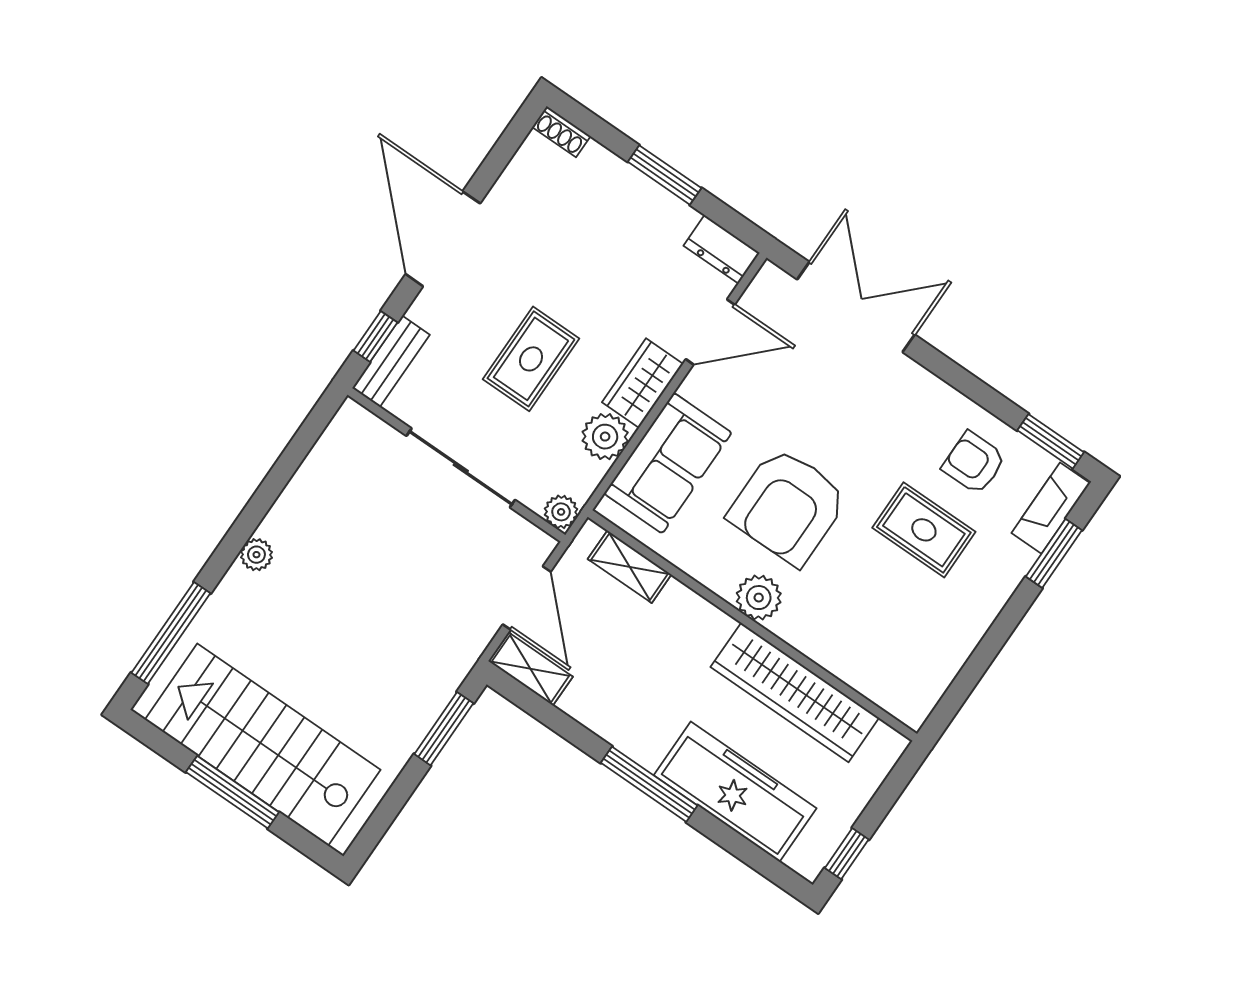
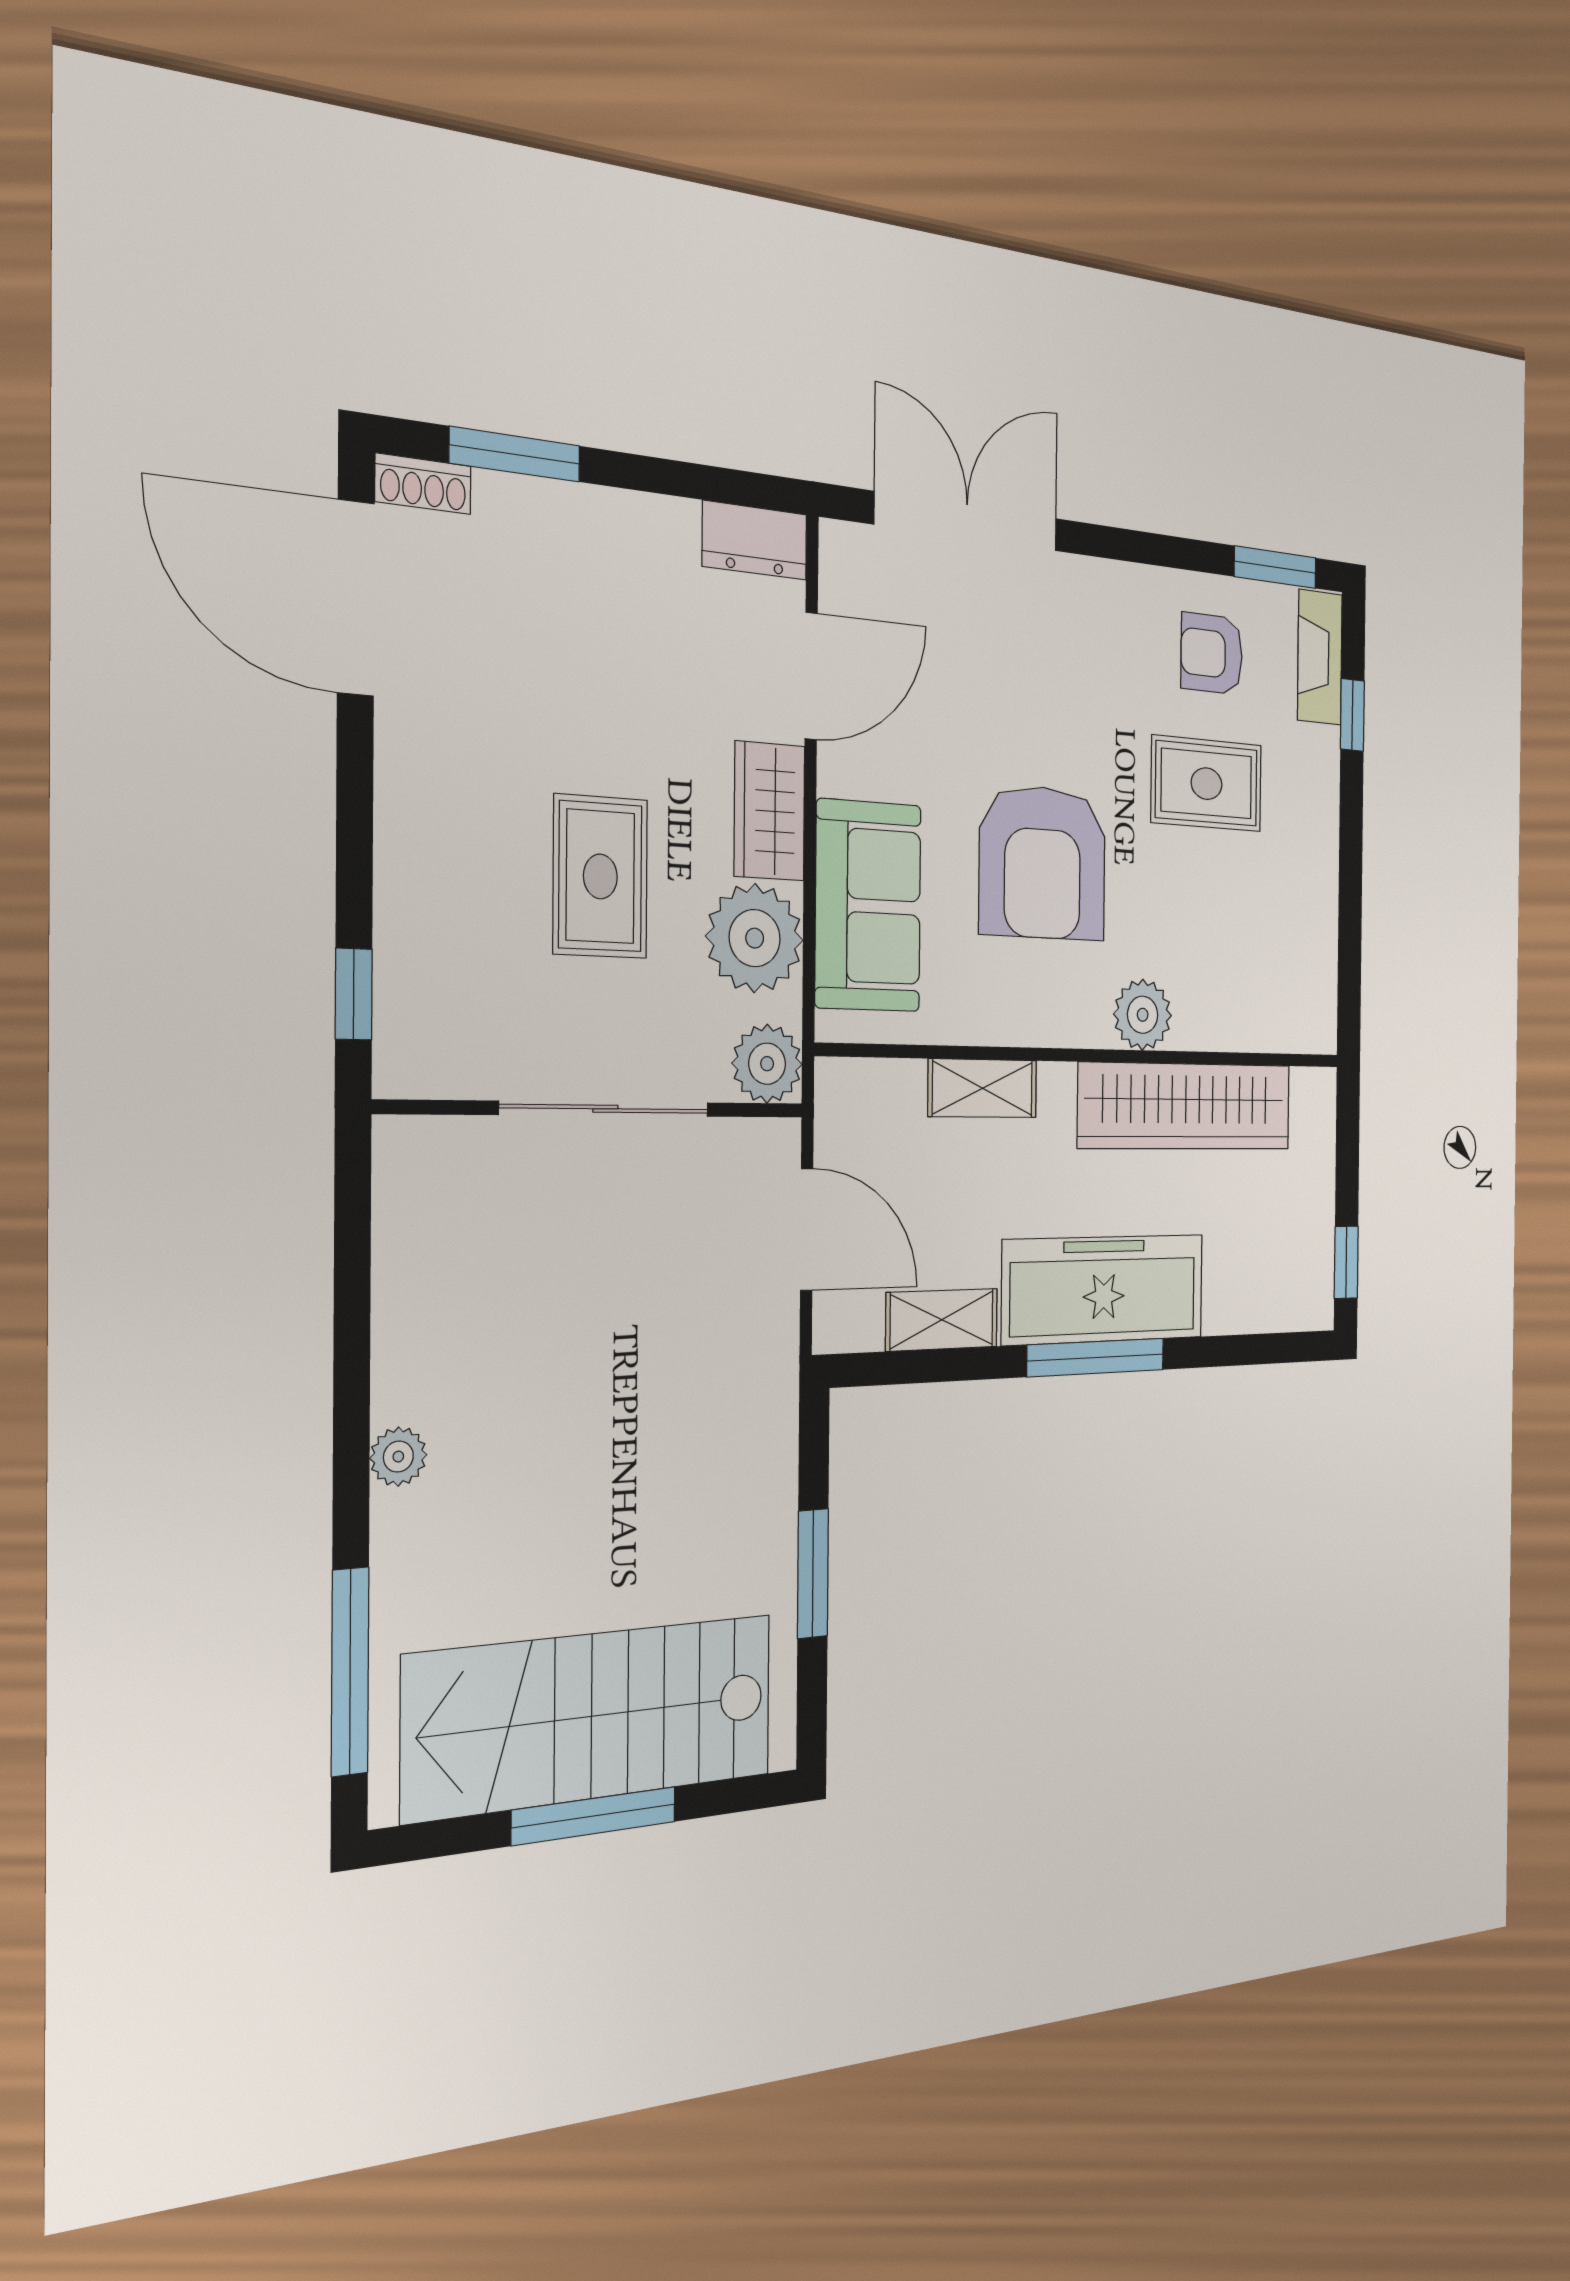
window: (665, 175) -> (515, 454), moved
door: (443, 239) -> (356, 598), moved
bench: (391, 361) -> (402, 1017), removed
plant: (605, 437) -> (755, 938), width x1.36, depth x1.36
plant: (561, 512) -> (767, 1064), width x1.38, depth x1.38
window: (1054, 553) -> (1352, 715), width x0.67
shelving: (630, 567) -> (983, 1088), moved
plant: (759, 598) -> (1143, 1015), moved
shelving: (530, 669) -> (942, 1320), moved
window: (444, 729) -> (813, 1574), moved
freezer: (735, 792) -> (1104, 1289), moved

